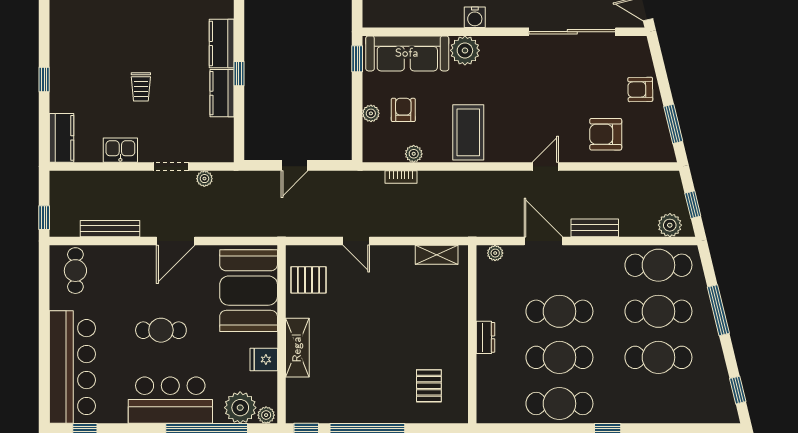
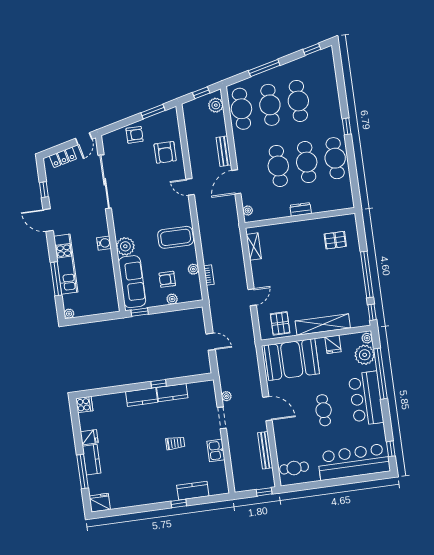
armchair: (640, 89) -> (135, 135), turned -89
kitchen counter: (61, 138) -> (193, 491), moved
shelving: (297, 348) -> (323, 325), width x1.47

